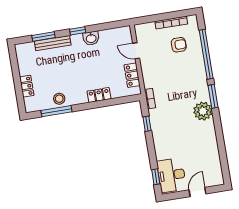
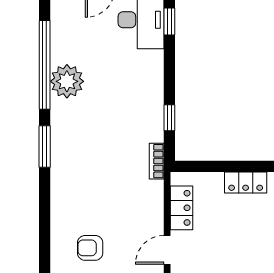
door: (136, 51) -> (167, 250), swing flipped
window: (206, 54) -> (45, 65), moved
plant: (203, 111) -> (67, 81), moved

